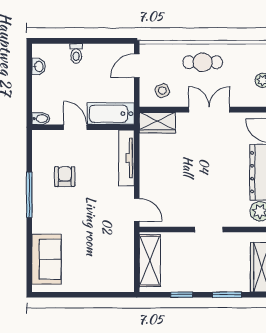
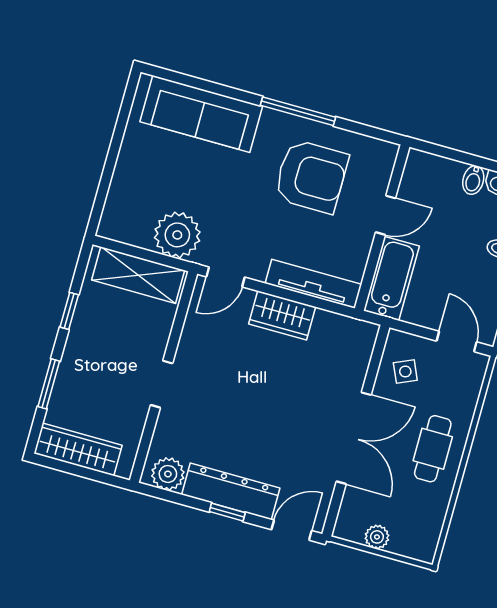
double door: (209, 110) -> (354, 438), width x1.37
bidet: (41, 119) -> (473, 180), moved
wardrobe: (157, 123) -> (282, 315), moved, turned -90
armchair: (65, 177) -> (311, 176), width x1.88, depth x1.88
plant: (120, 244) -> (177, 235), added
sofa: (46, 259) -> (201, 114), width x1.36

